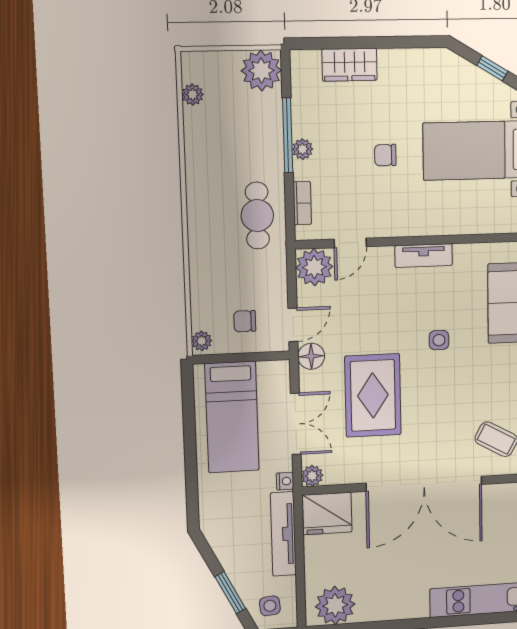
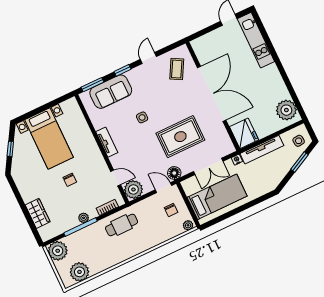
plant: (193, 95) -> (79, 272), width x1.88, depth x1.88
double door: (296, 424) -> (208, 166), swing flipped
plant: (312, 476) -> (229, 148), removed

